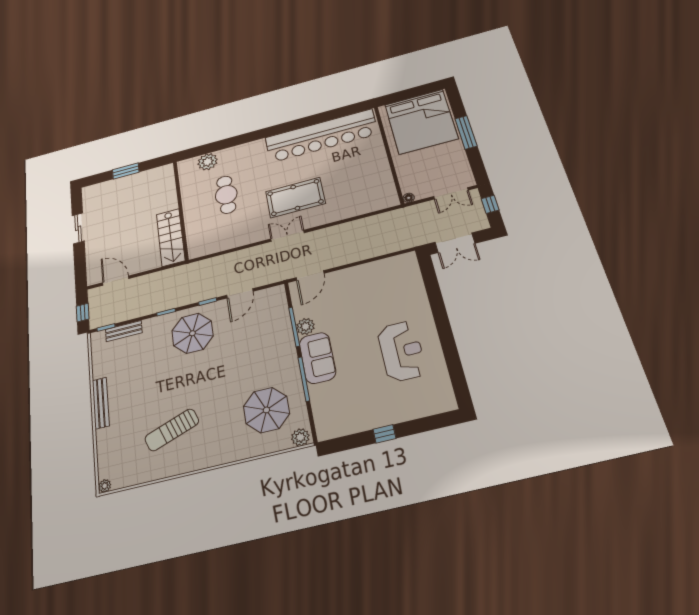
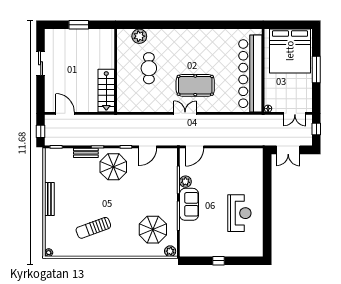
bar counter: (321, 136) -> (250, 74), moved, turned 90
bench: (124, 331) -> (86, 153), moved

